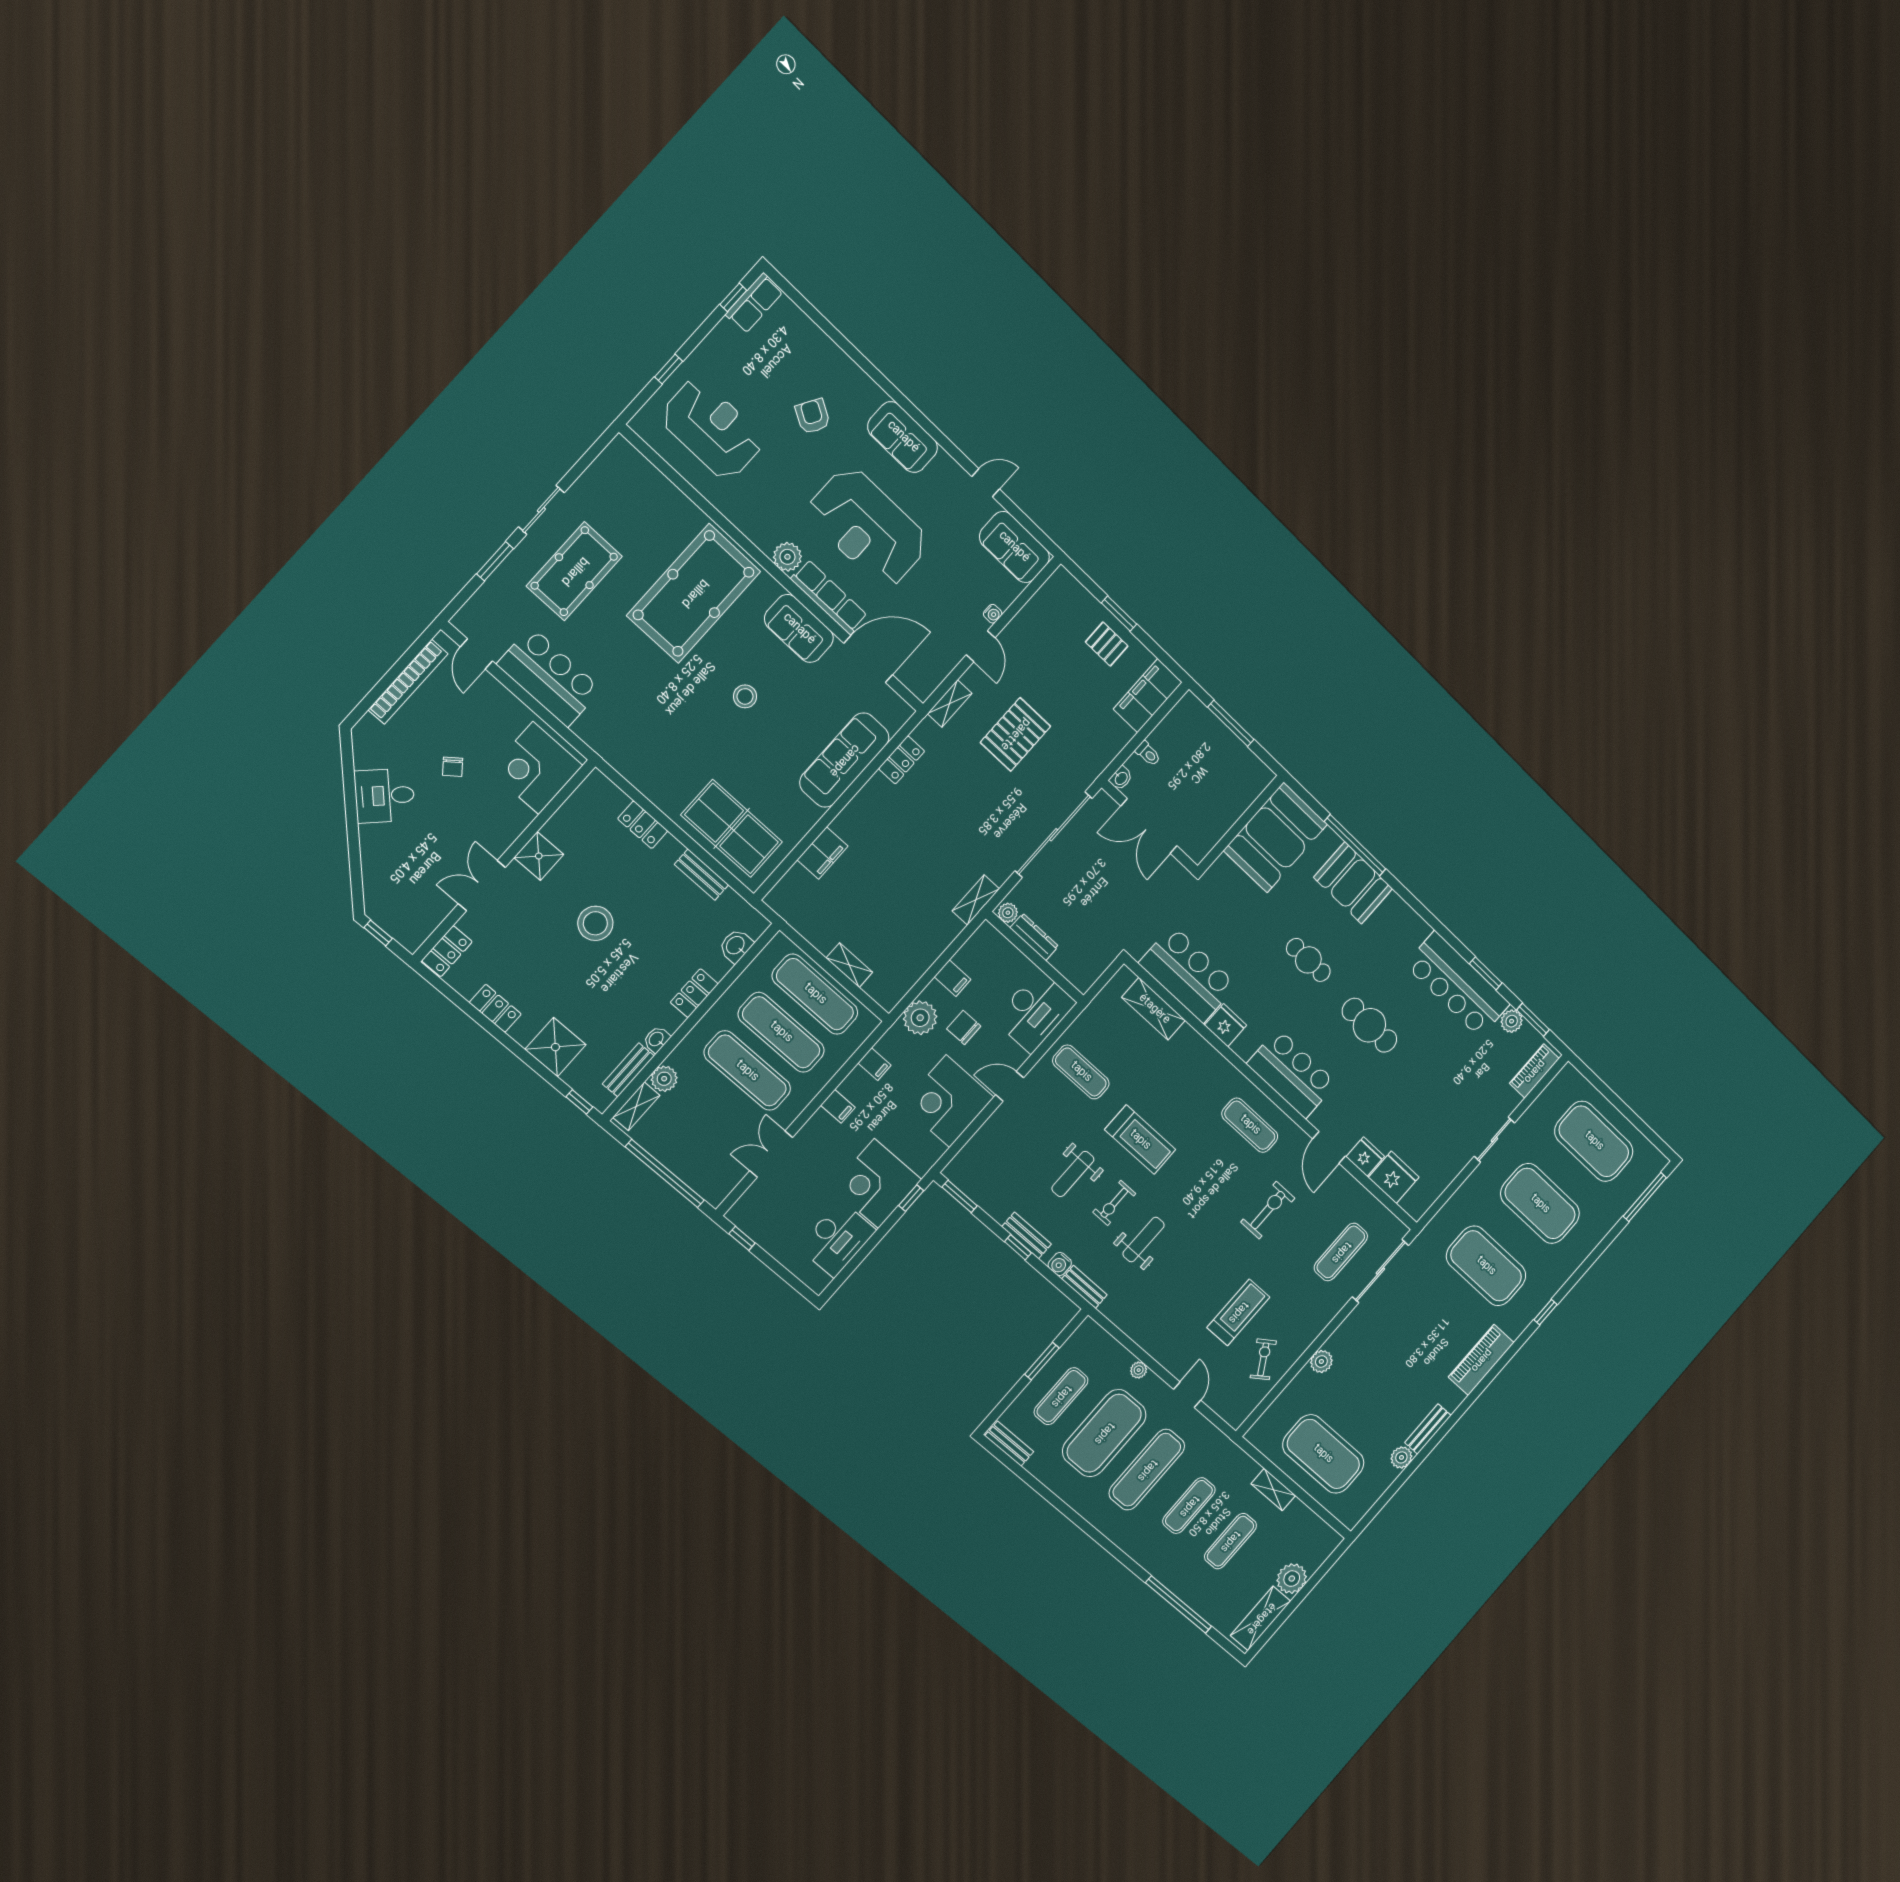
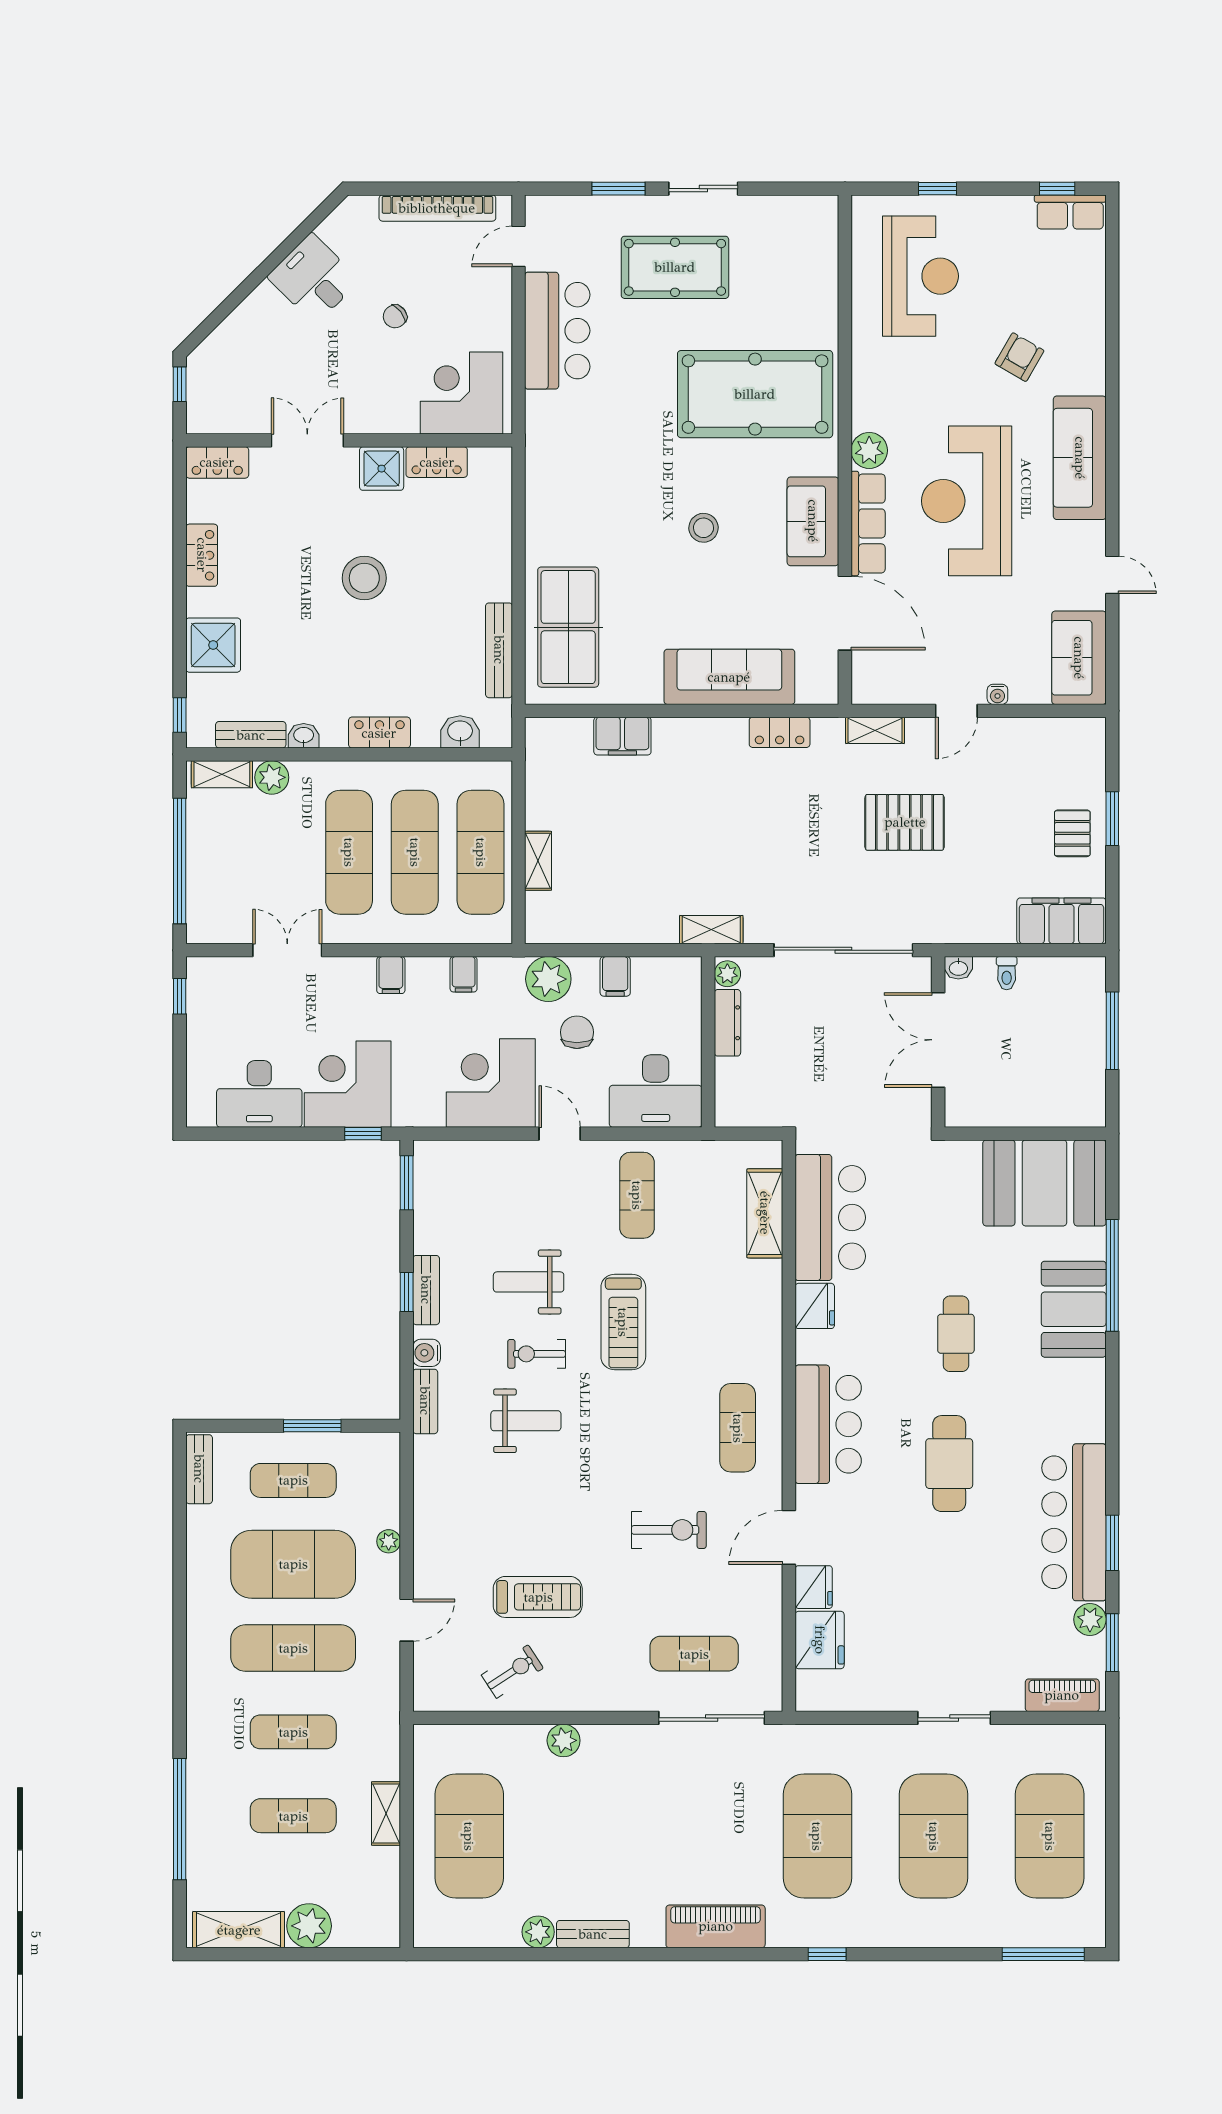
sofa: (903, 437) -> (1080, 458), width x1.36
locker: (643, 825) -> (437, 462), moved, turned -90
bench: (702, 875) -> (499, 650), width x1.36

